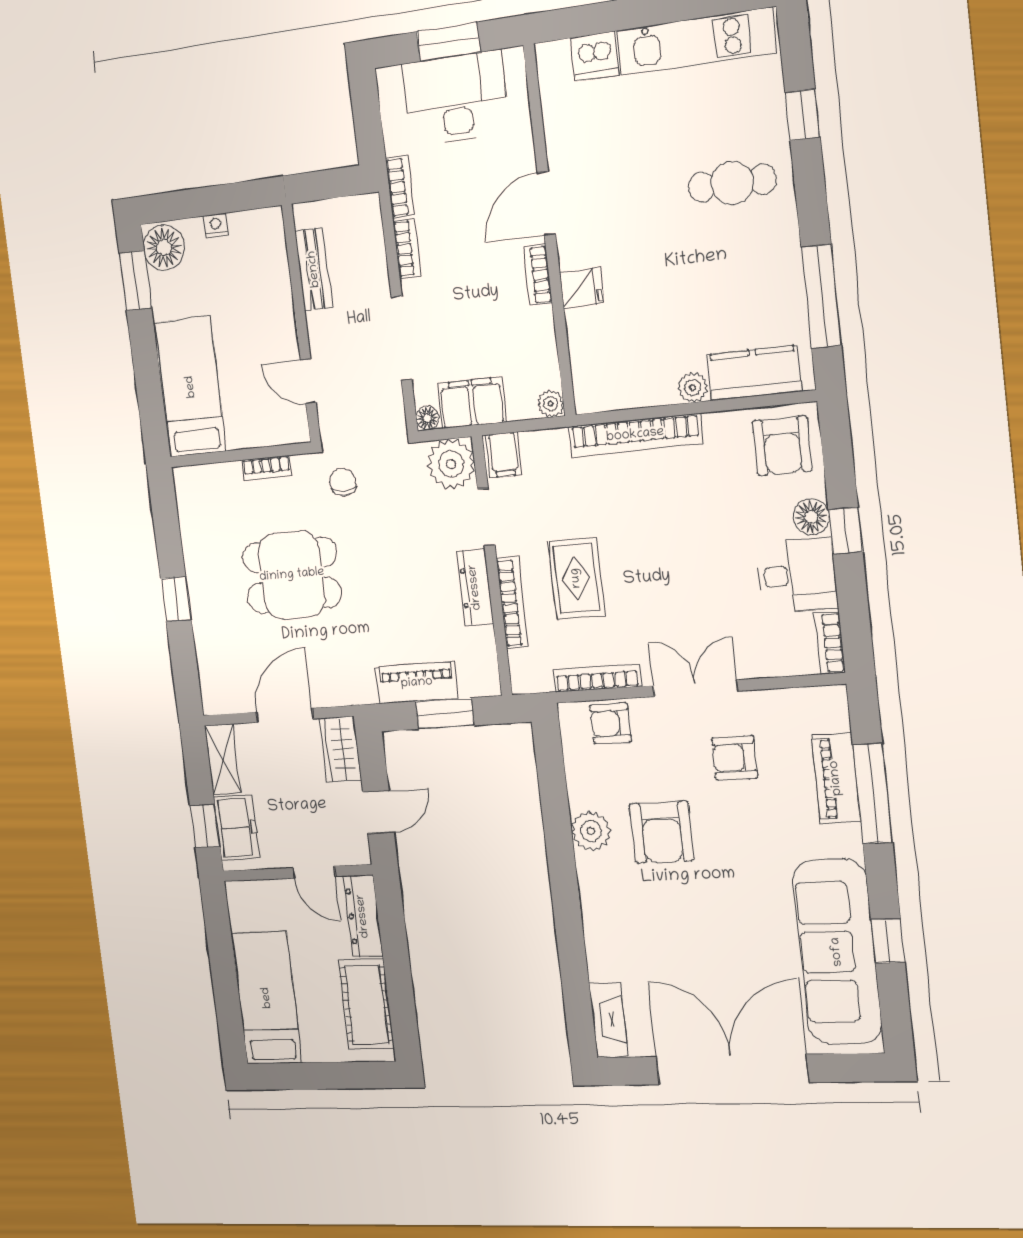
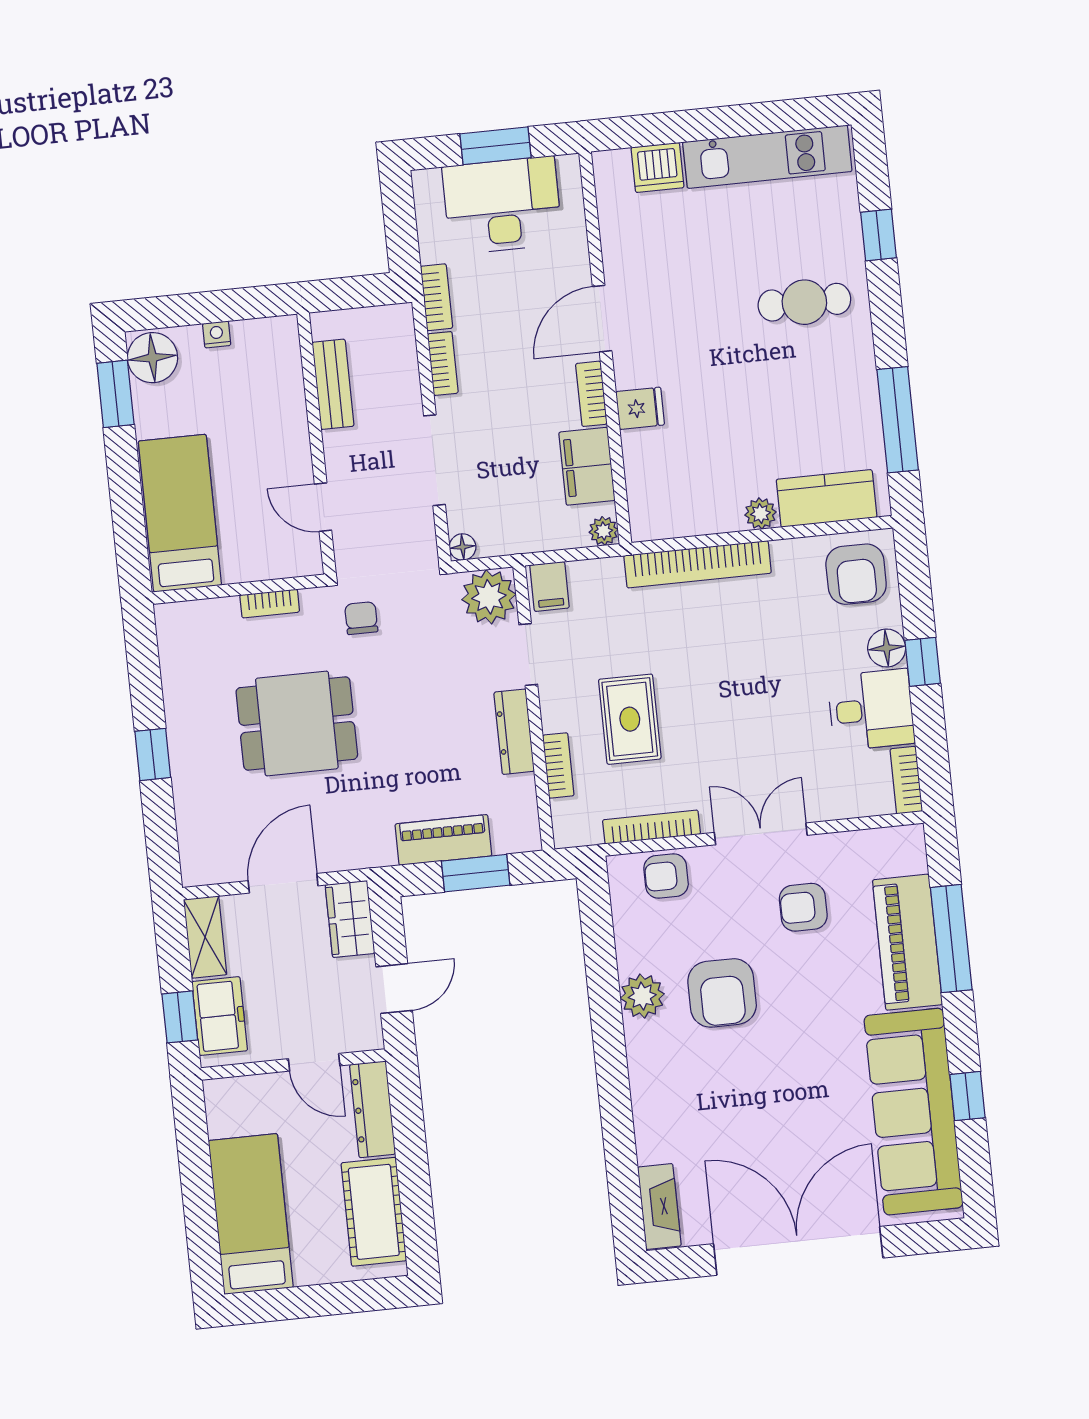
filing cabinet: (472, 403) -> (587, 466), moved, turned -90
bookcase: (512, 603) -> (558, 765), width x0.64
piano: (836, 778) -> (907, 942), width x1.37, depth x1.33

